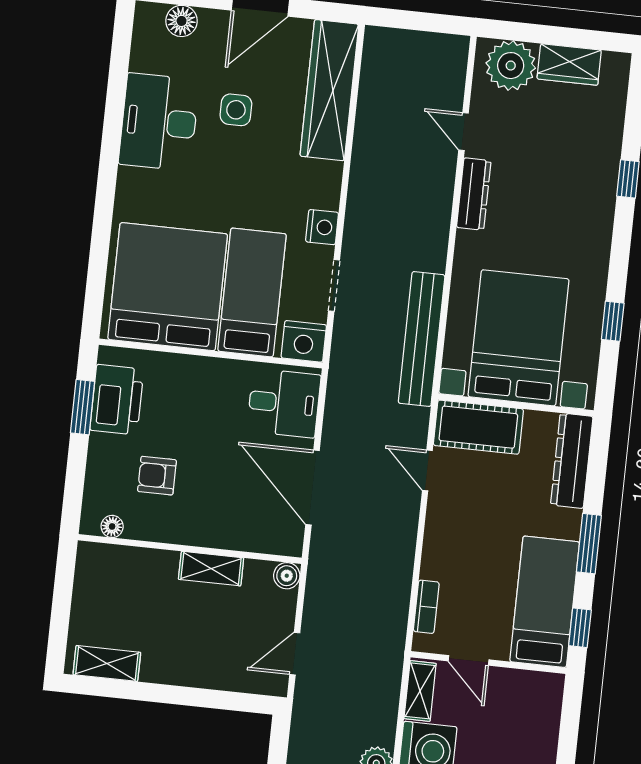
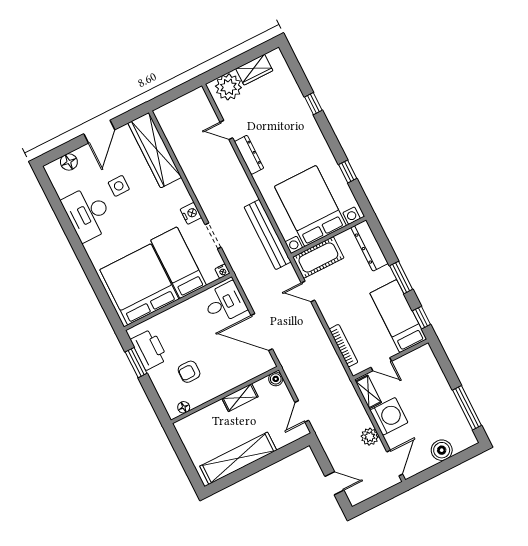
nightstand: (304, 341) -> (222, 271), width x0.53, depth x0.56
bookcase: (426, 607) -> (343, 346), width x1.56
shelving: (107, 663) -> (238, 458), width x2.20, depth x1.33

